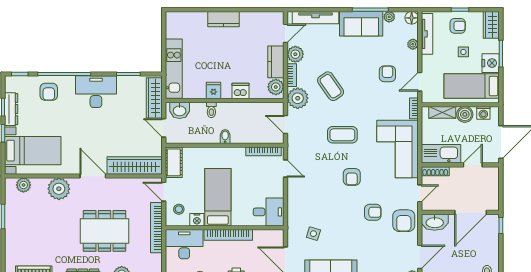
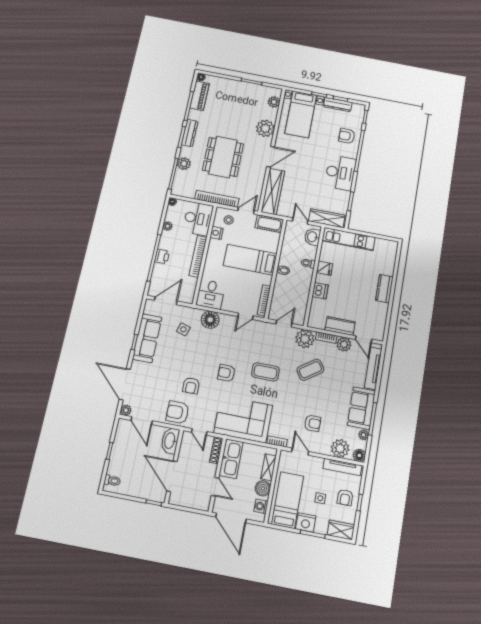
plant: (413, 44) -> (340, 448), width x1.88, depth x1.88
plant: (276, 87) -> (318, 322), removed
door: (164, 128) -> (300, 221), hinge flipped
coffee table: (342, 135) -> (265, 372), turned 90
bed: (218, 197) -> (250, 260), moved, turned 180
floor lamp: (297, 207) -> (210, 320), added

